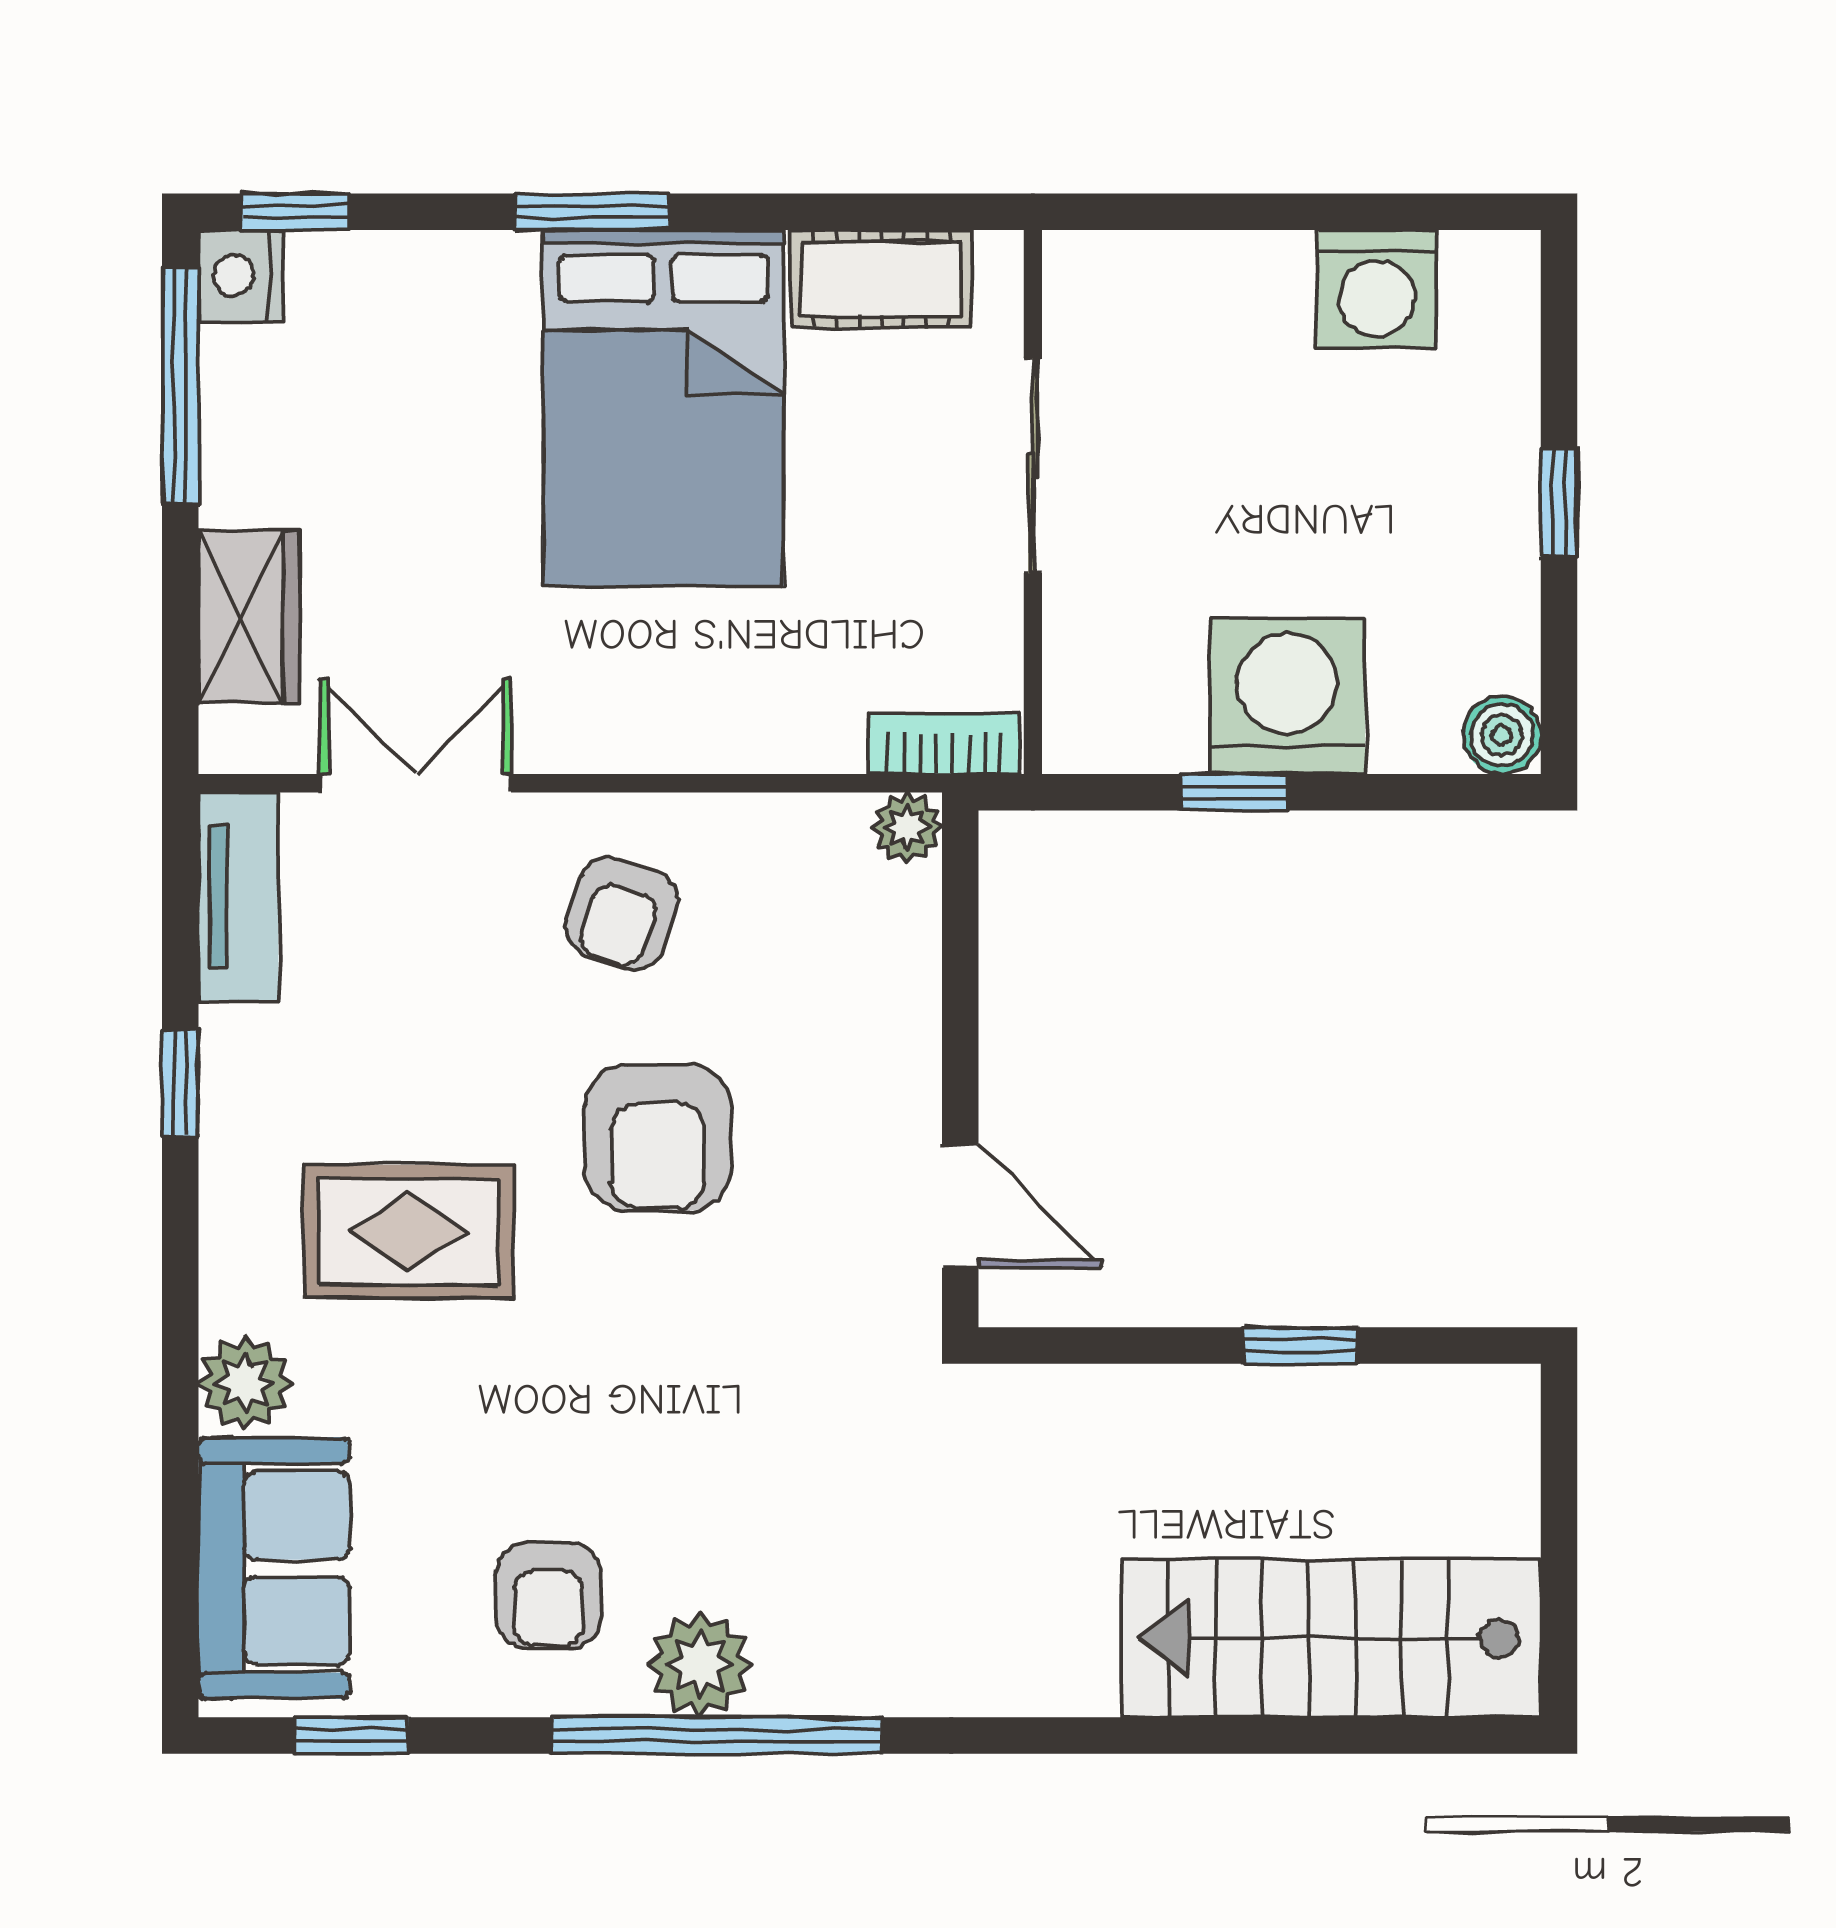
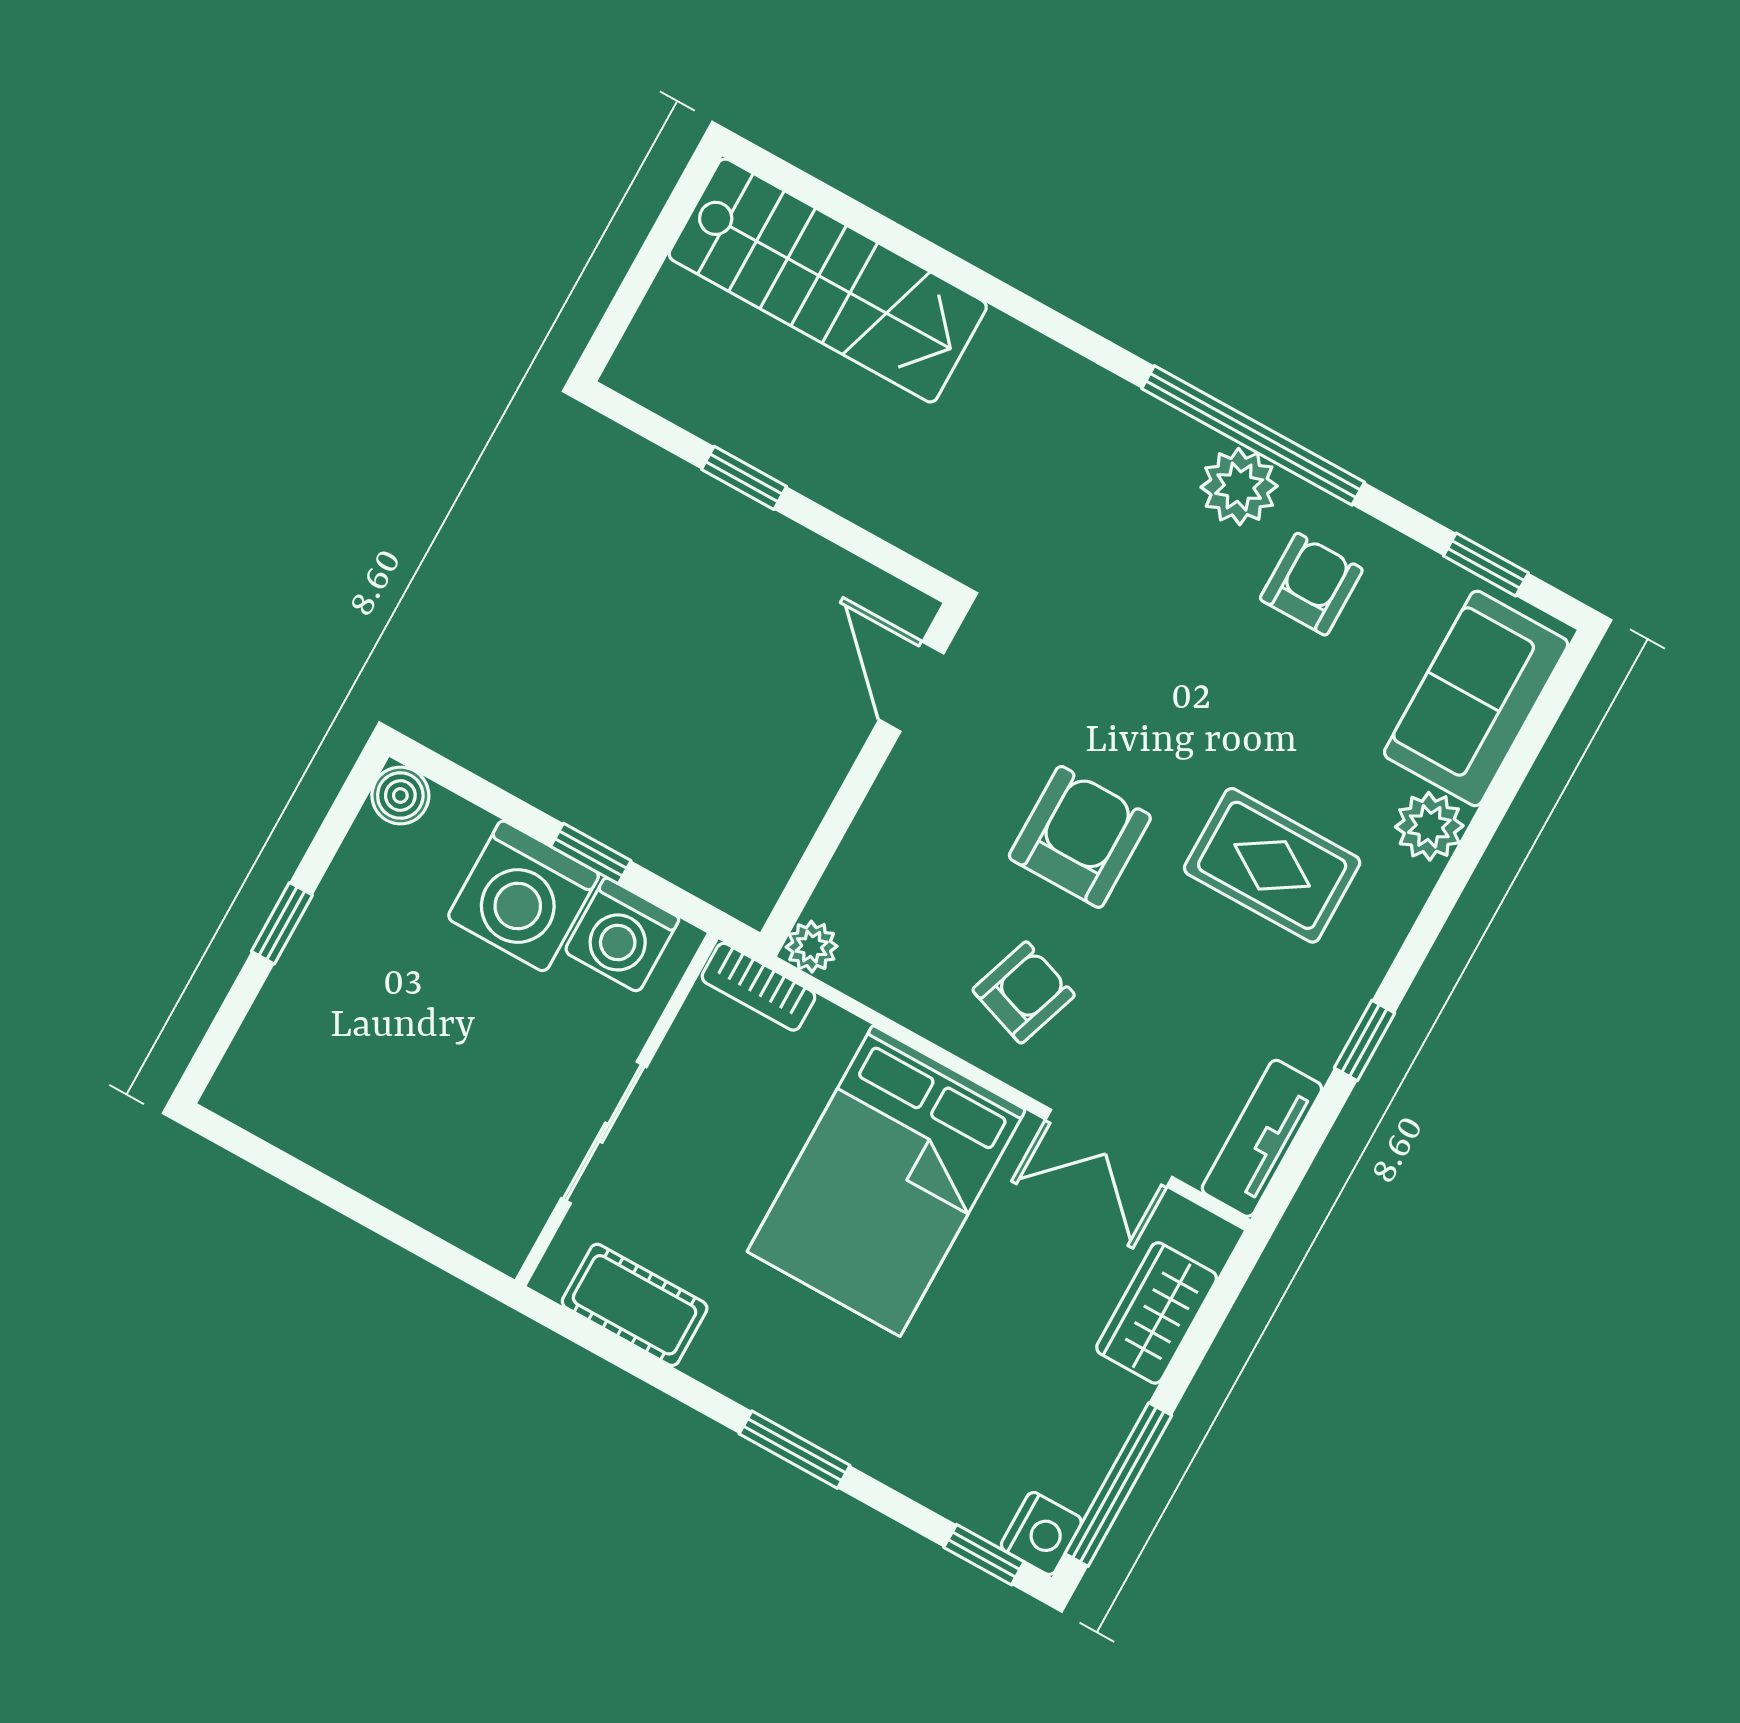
washing machine: (1376, 289) -> (622, 935), moved, turned 180
bed: (663, 408) -> (886, 1181), moved, turned 180

